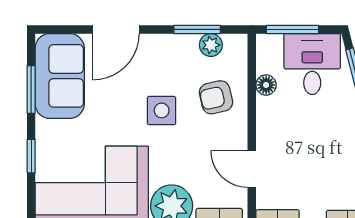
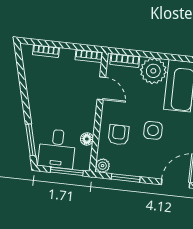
plant: (211, 45) -> (103, 166), moved
armchair: (216, 97) -> (119, 135), turned -77

